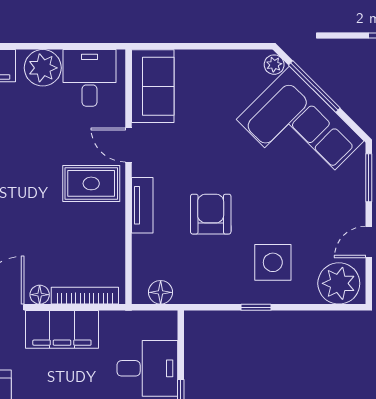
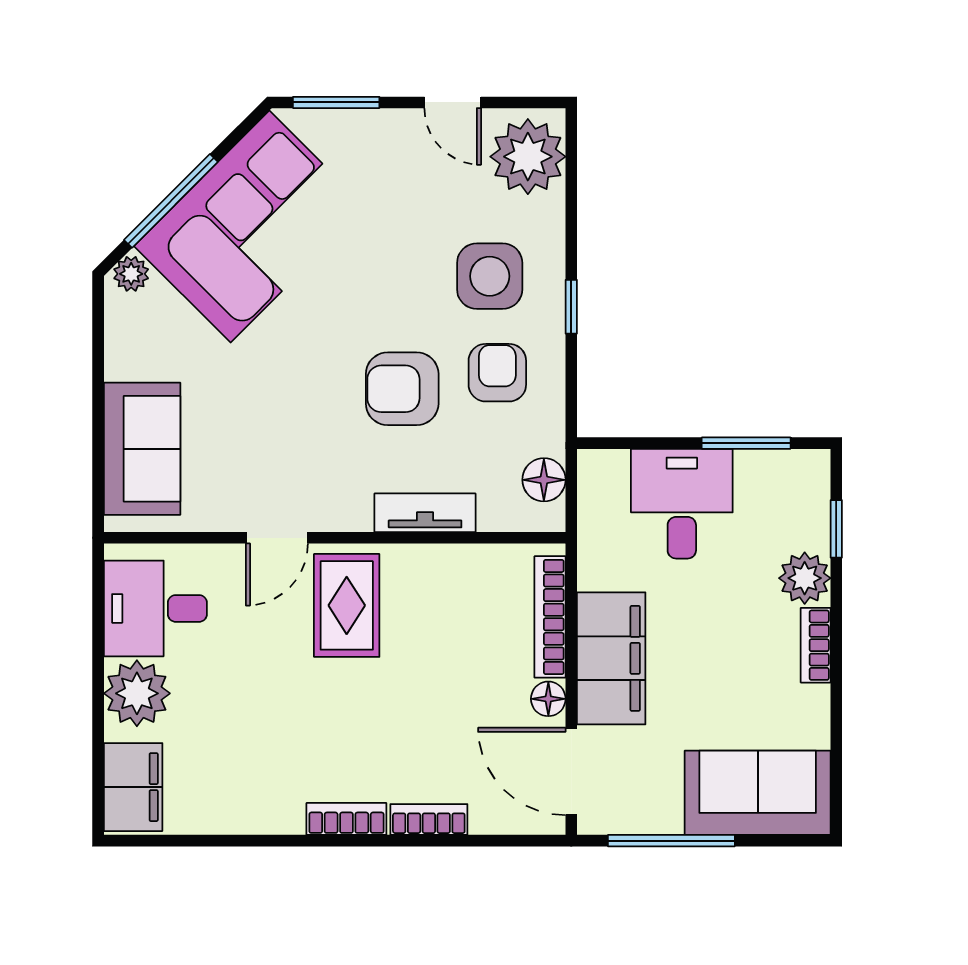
sofa: (153, 86) -> (142, 449), moved, turned 90
tv unit: (142, 205) -> (425, 513), moved
armchair: (220, 267) -> (497, 373), added

